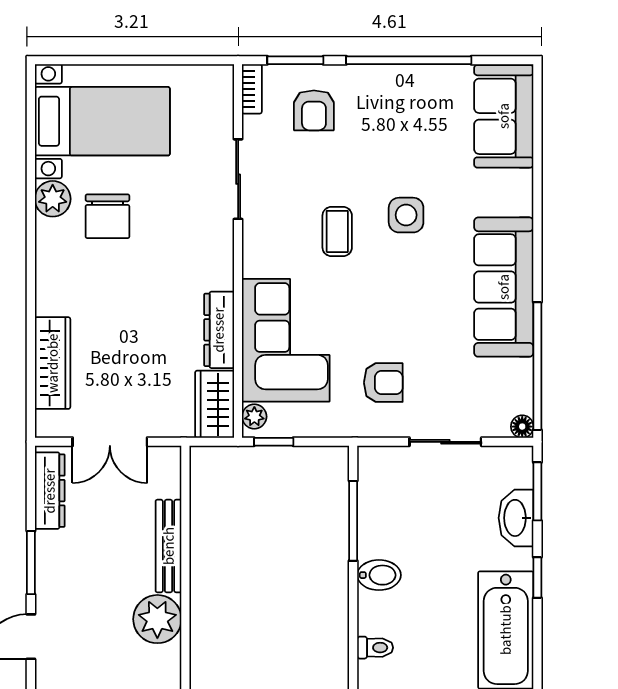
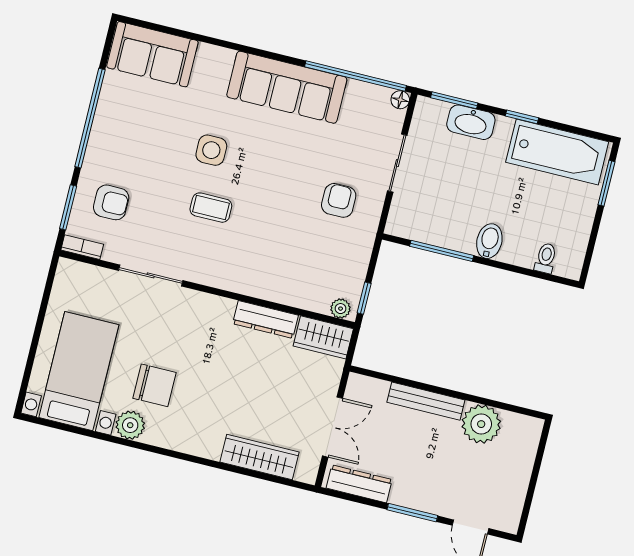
corner sofa: (286, 340) -> (287, 269), removed

